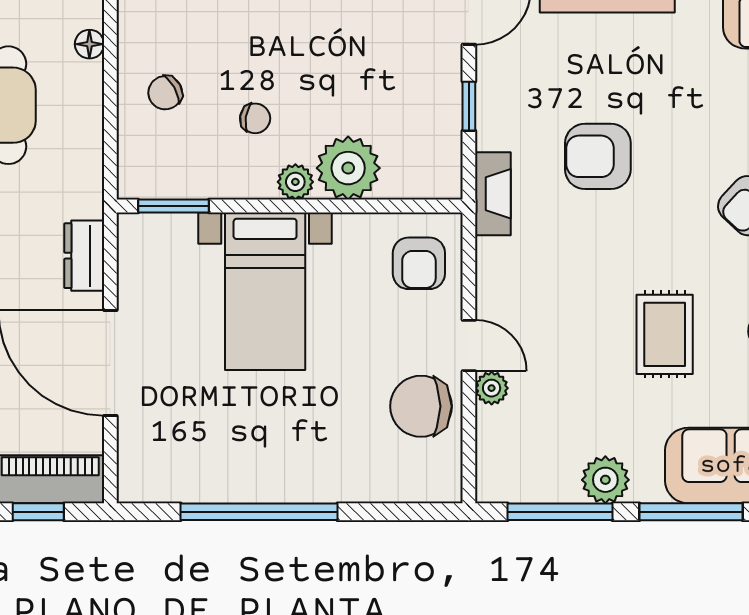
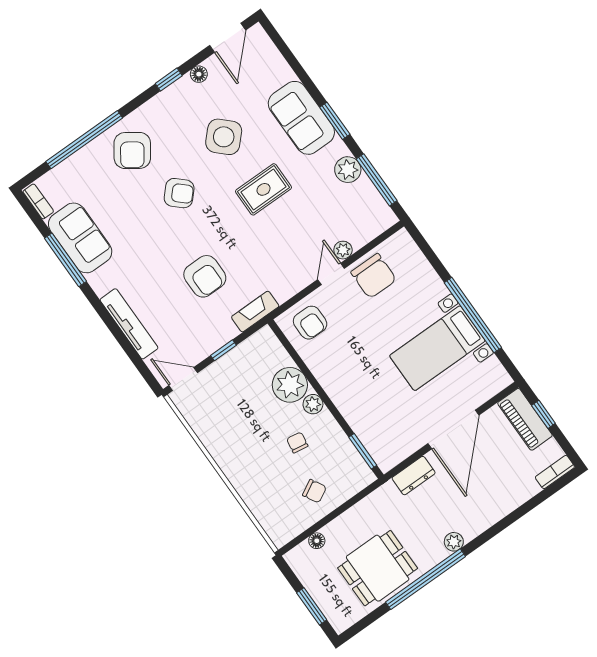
armchair: (419, 263) -> (310, 323), turned 90
bed with nightstands: (265, 291) -> (437, 348), moved, turned 180
window: (691, 512) -> (335, 121), width x0.69

